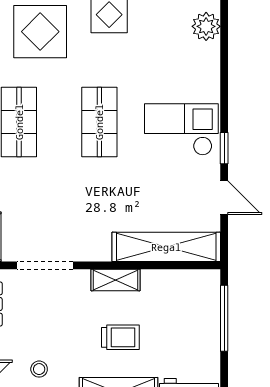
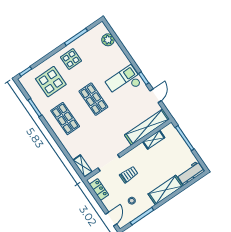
door: (224, 198) -> (156, 96), hinge flipped
shelving: (115, 280) -> (154, 140), moved
trolley: (120, 337) -> (129, 175), moved

